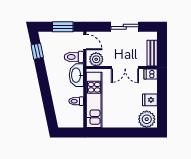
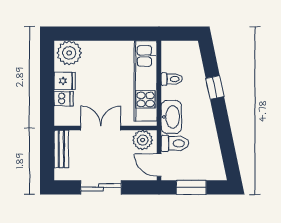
window: (37, 51) -> (215, 87), moved
dishwasher: (151, 74) -> (64, 99), moved

